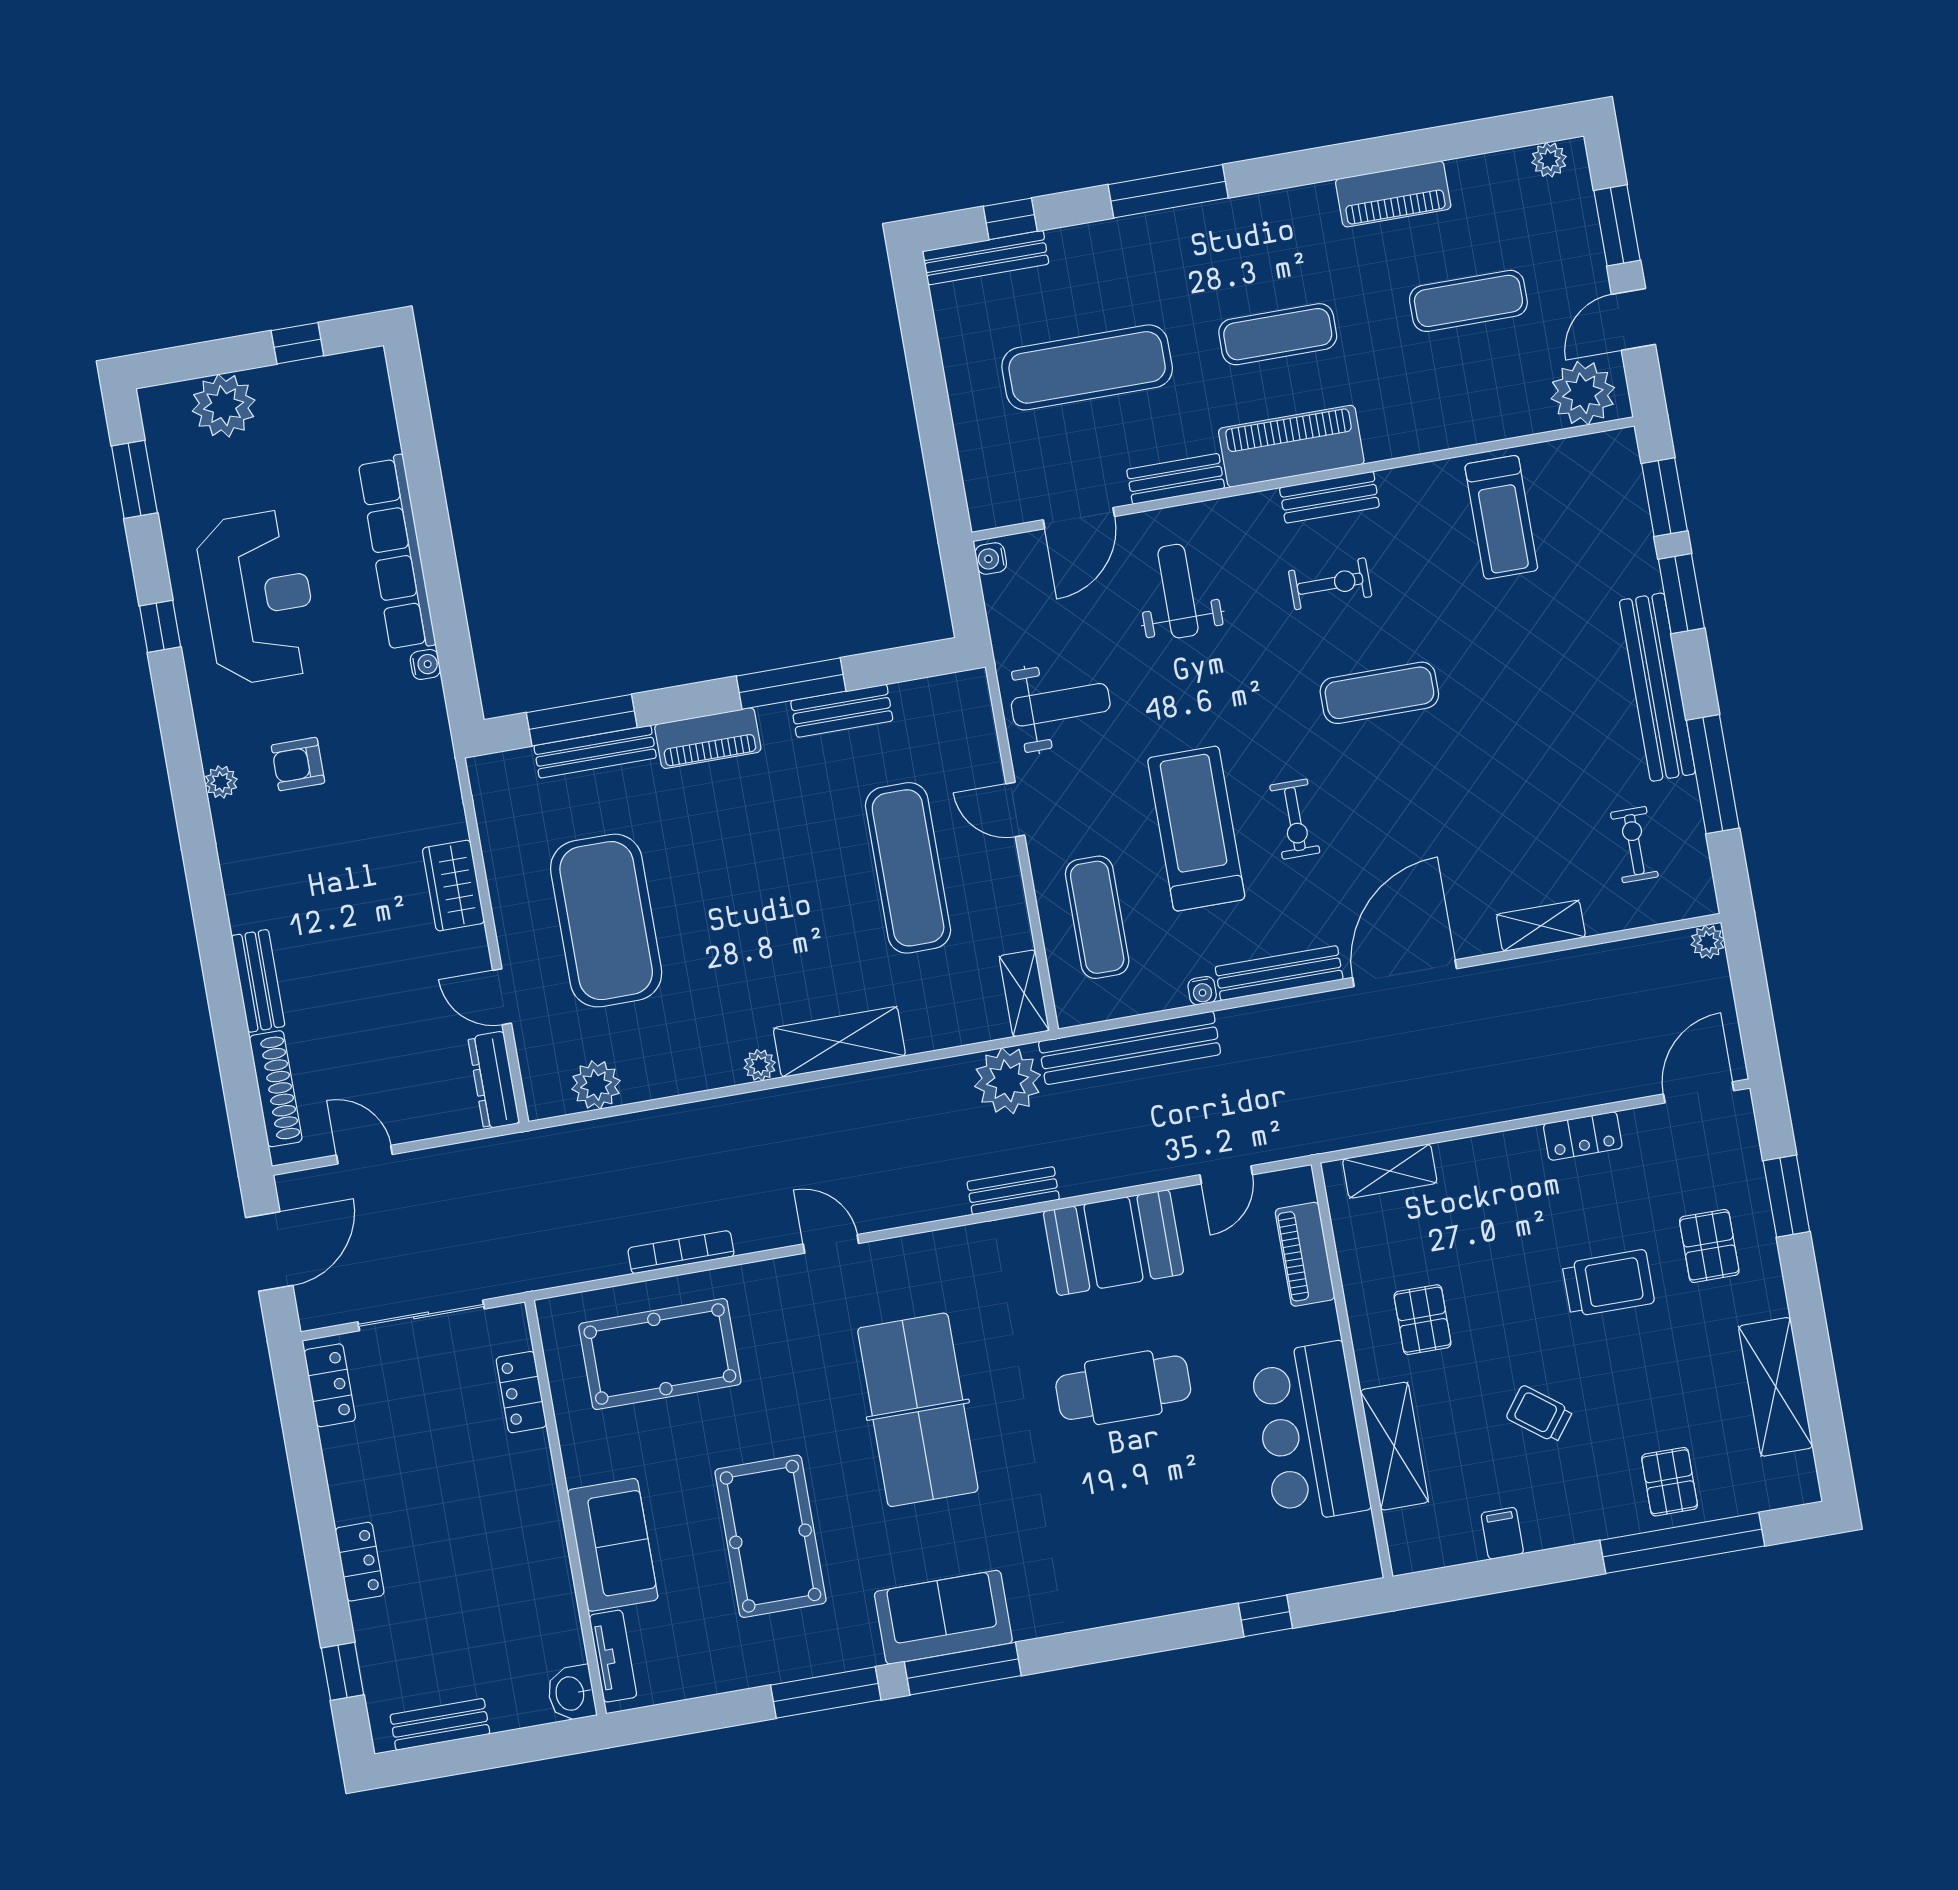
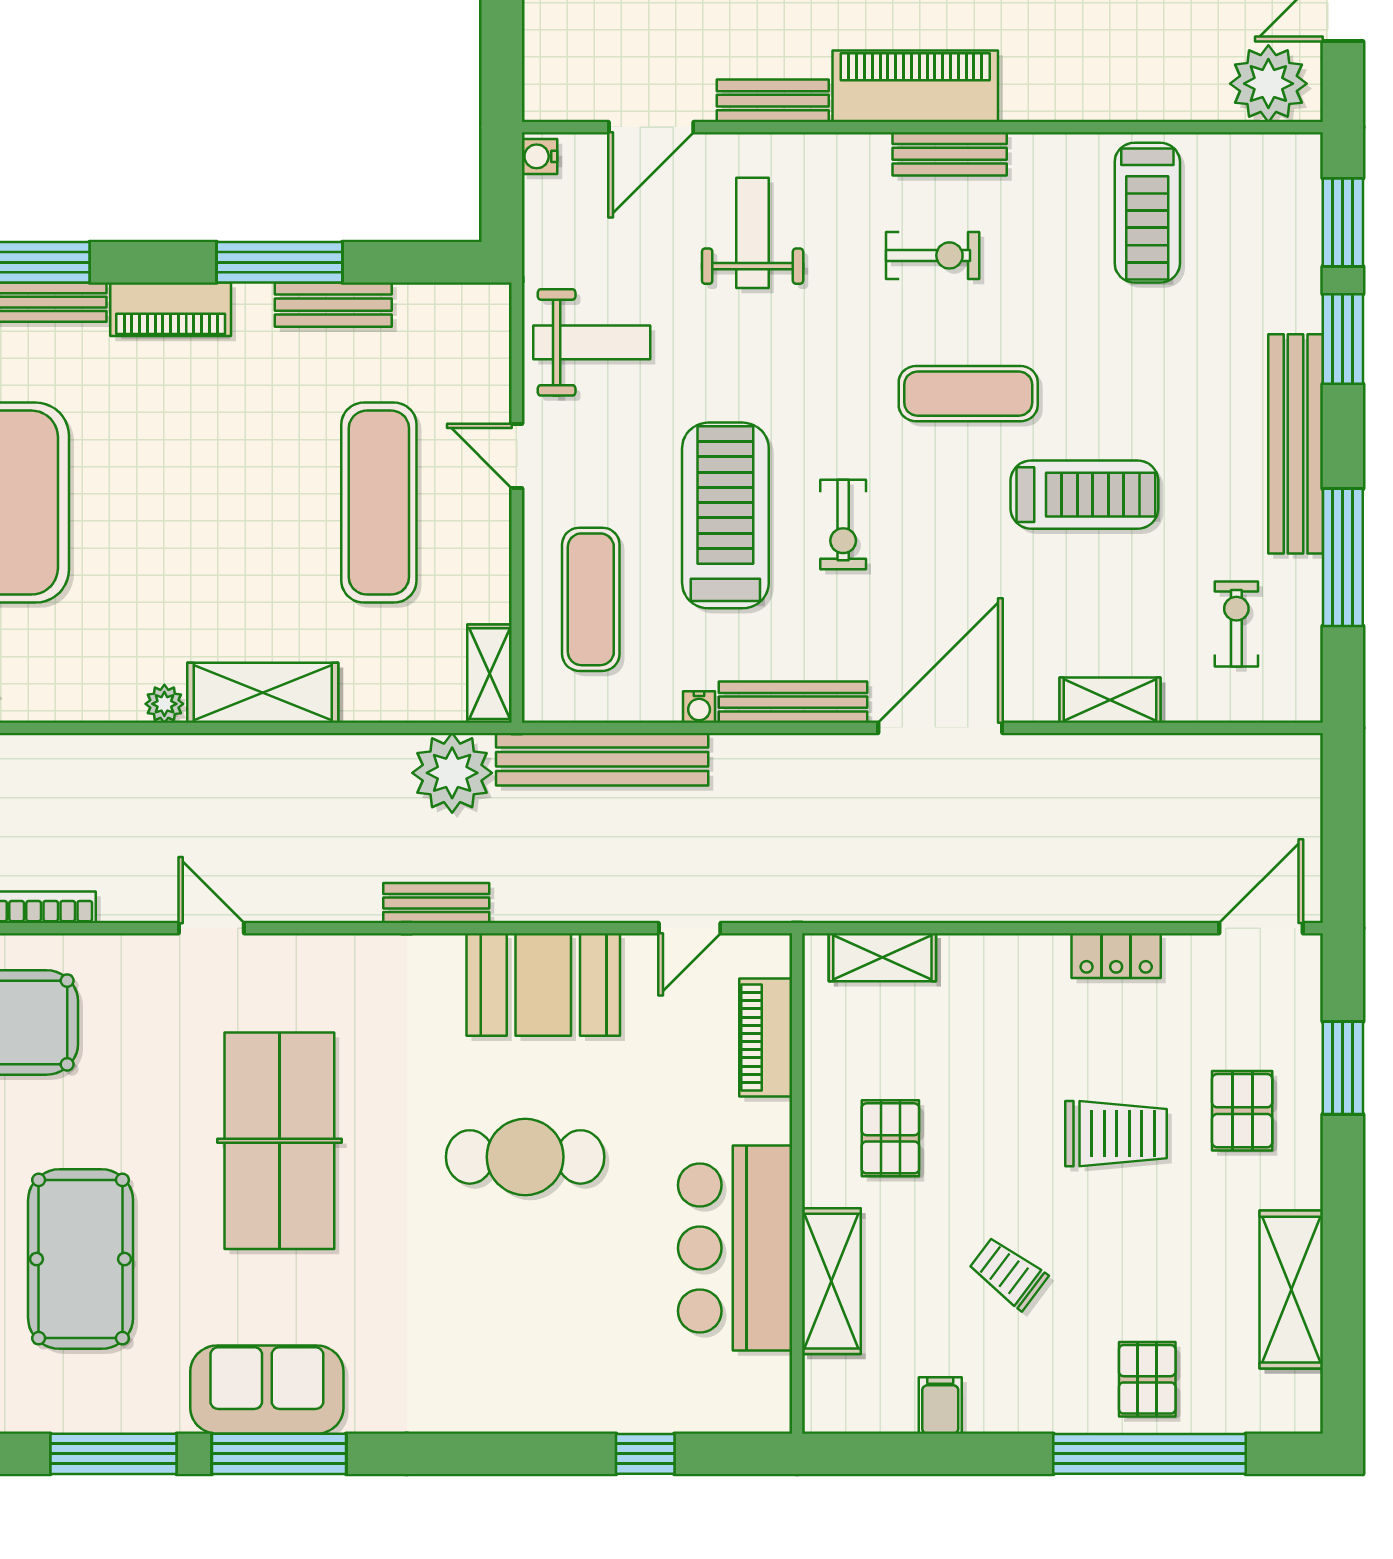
treadmill: (1490, 759) -> (1084, 495), added
plant: (1708, 942) -> (1303, 753), removed

